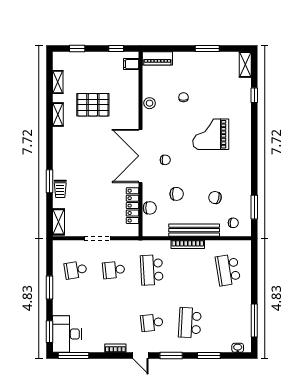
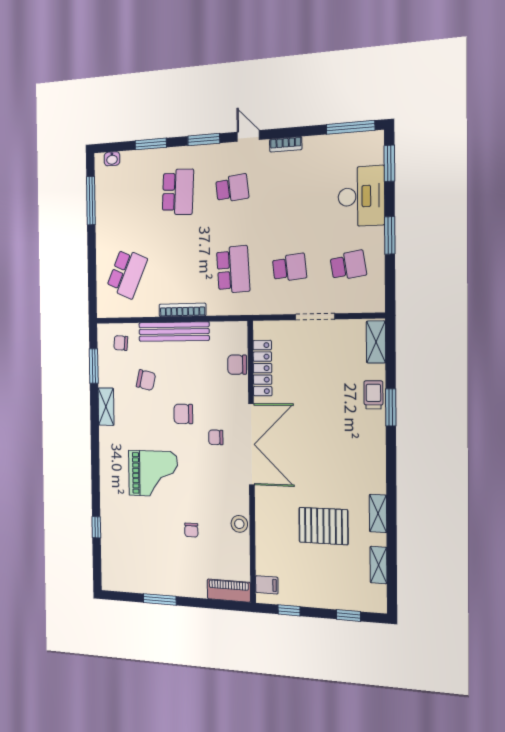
shelving: (245, 65) -> (106, 407), moved
chair: (177, 194) -> (183, 414), moved
school desk: (228, 270) -> (127, 273), turned 33
desk: (67, 334) -> (361, 196), moved

